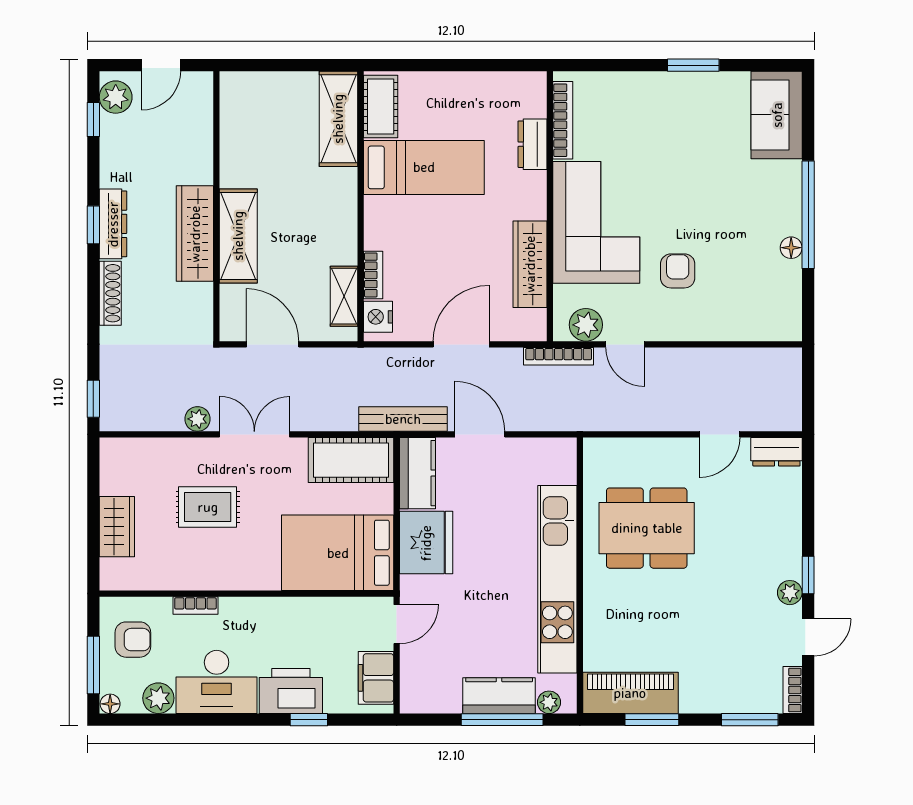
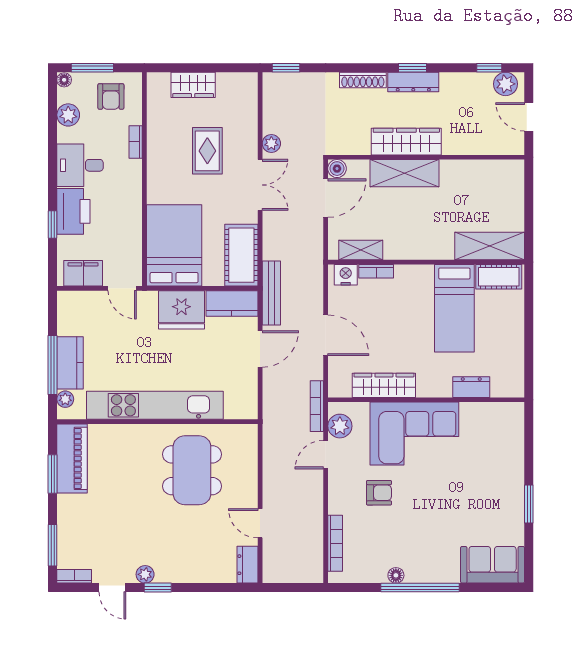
bookcase: (563, 120) -> (335, 543), moved, turned -90
boiler: (232, 329) -> (337, 169), added
desk: (217, 682) -> (80, 165), width x0.73

